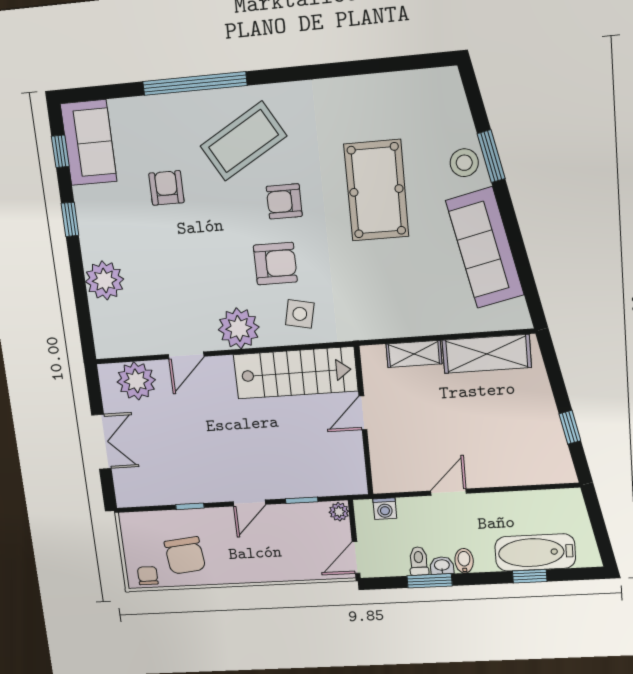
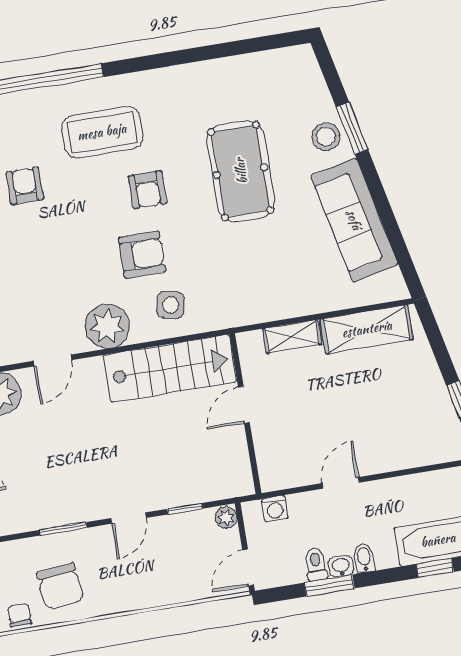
coffee table: (243, 141) -> (102, 132), turned 30
armchair: (284, 201) -> (147, 190), turned -90
window: (190, 506) -> (63, 529), width x1.50

